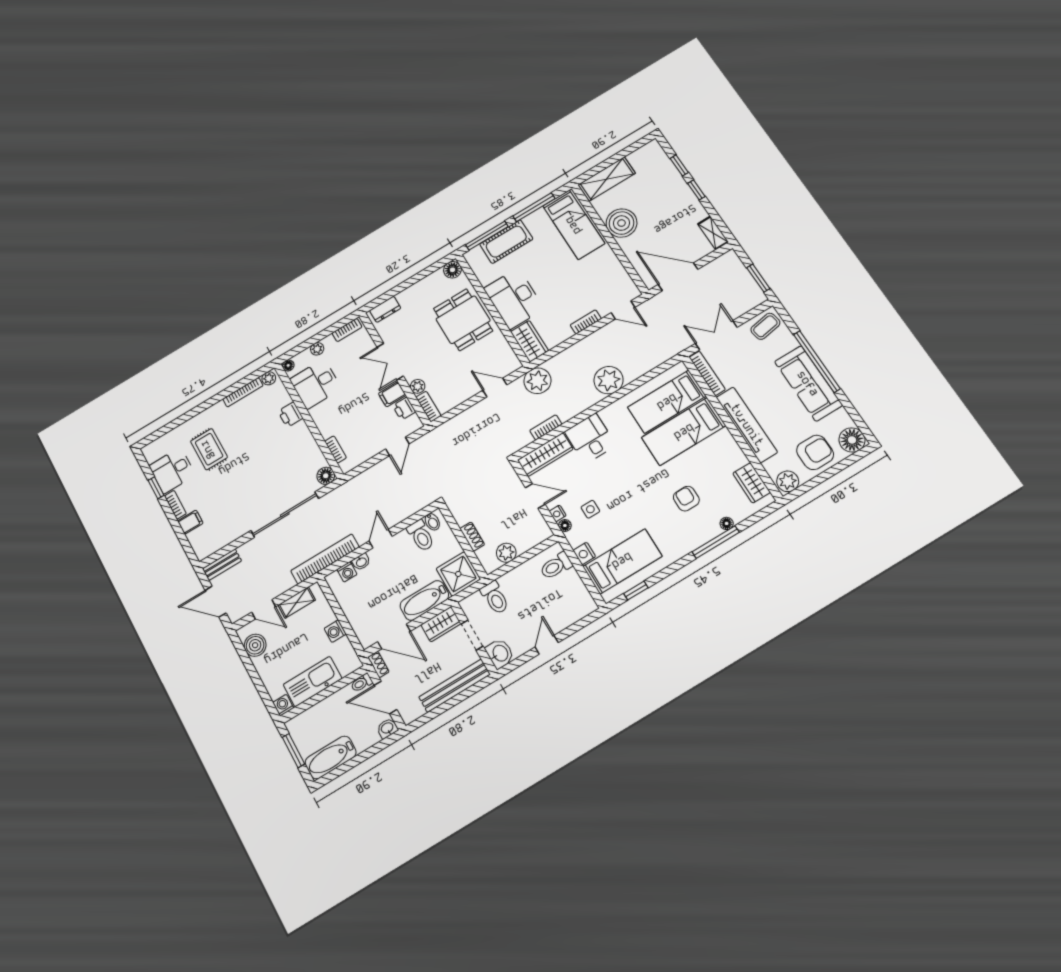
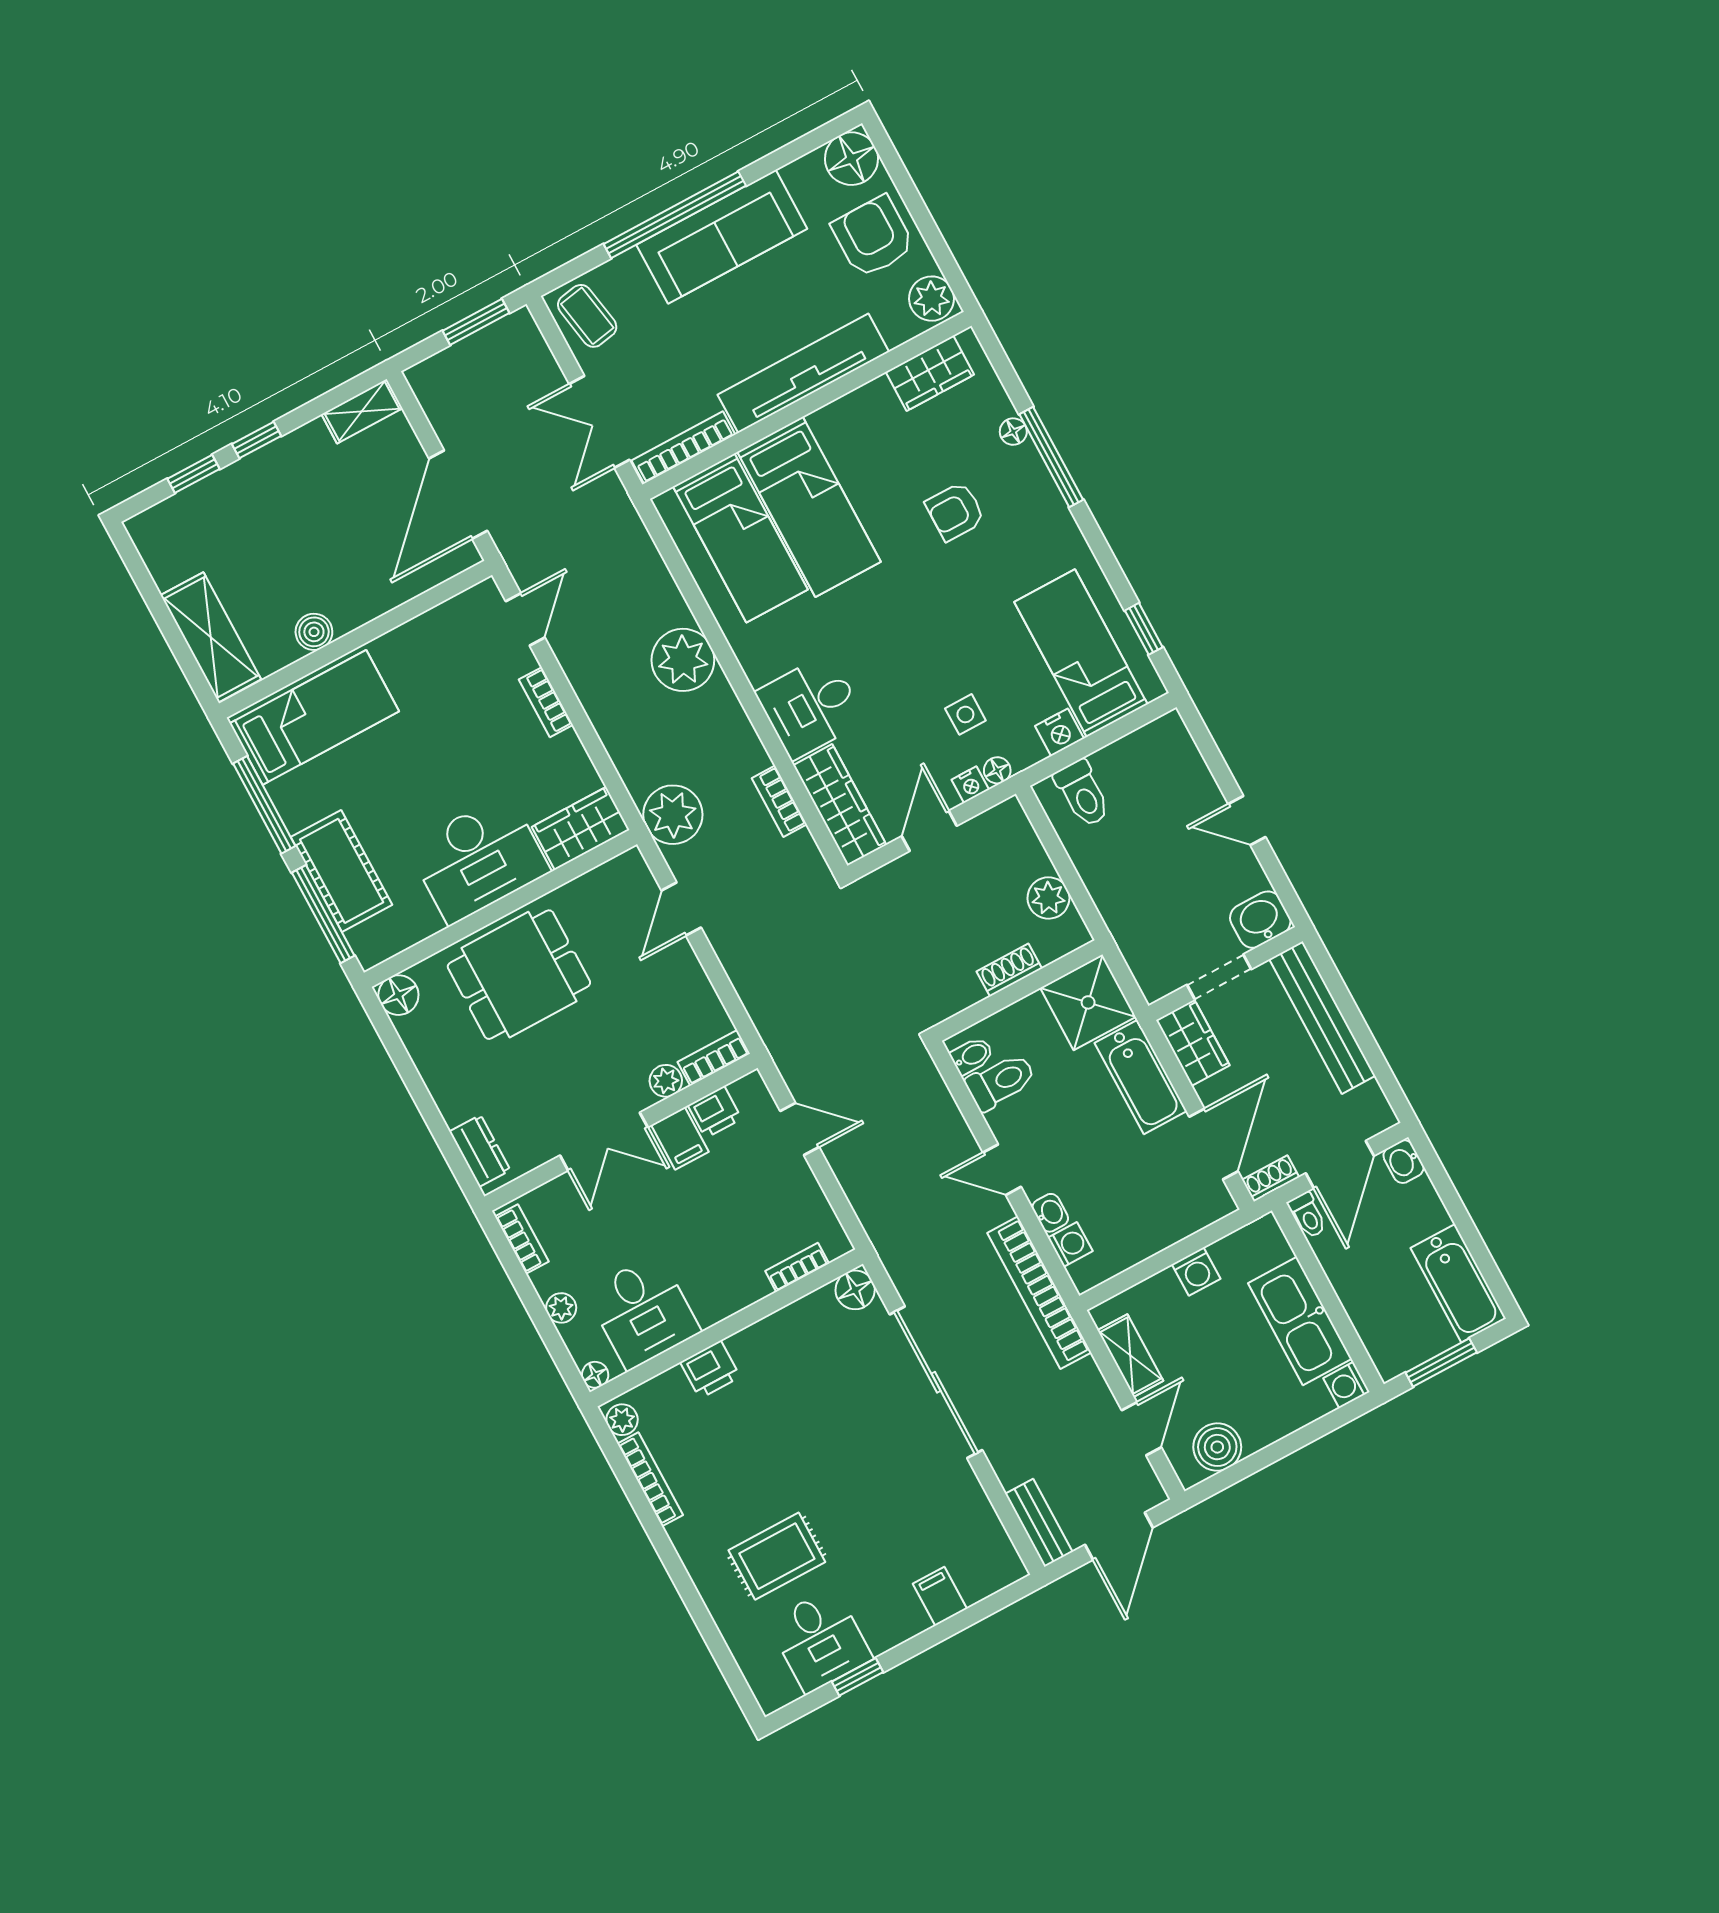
boiler: (622, 223) -> (314, 632), width x0.54, depth x0.54
bookcase: (175, 505) -> (899, 1631), removed
toilet: (495, 598) -> (1143, 926), removed

